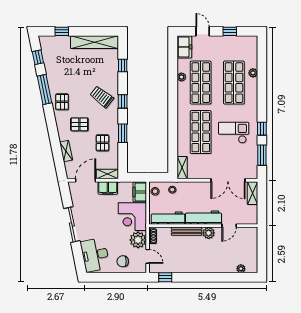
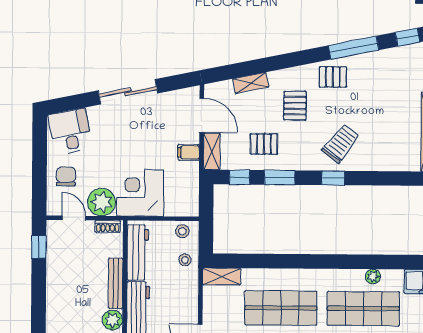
window: (123, 66) -> (240, 177), moved
filing cabinet: (108, 188) -> (189, 152), width x0.50
filing cabinet: (140, 192) -> (181, 206), removed
desk: (95, 255) -> (70, 132), width x0.73
door: (148, 256) -> (74, 218), swing flipped

